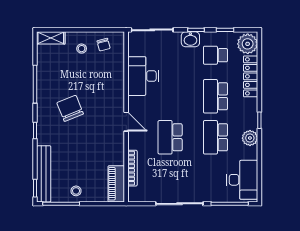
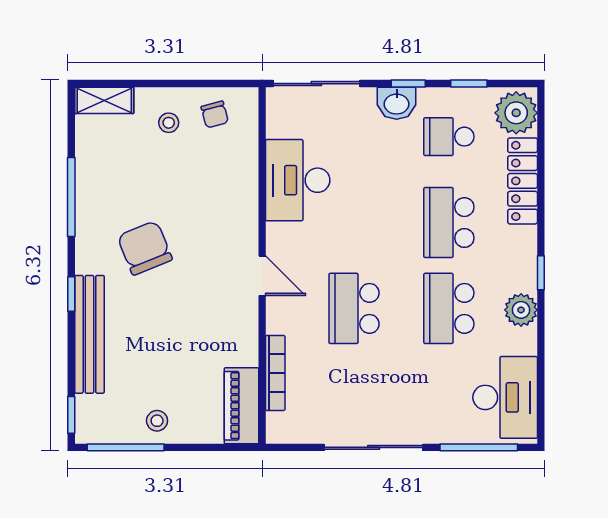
bench: (44, 174) -> (89, 334), moved

